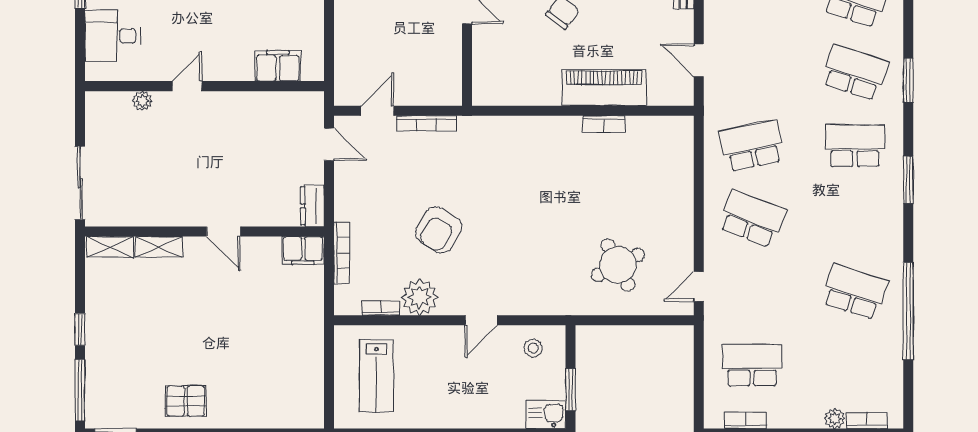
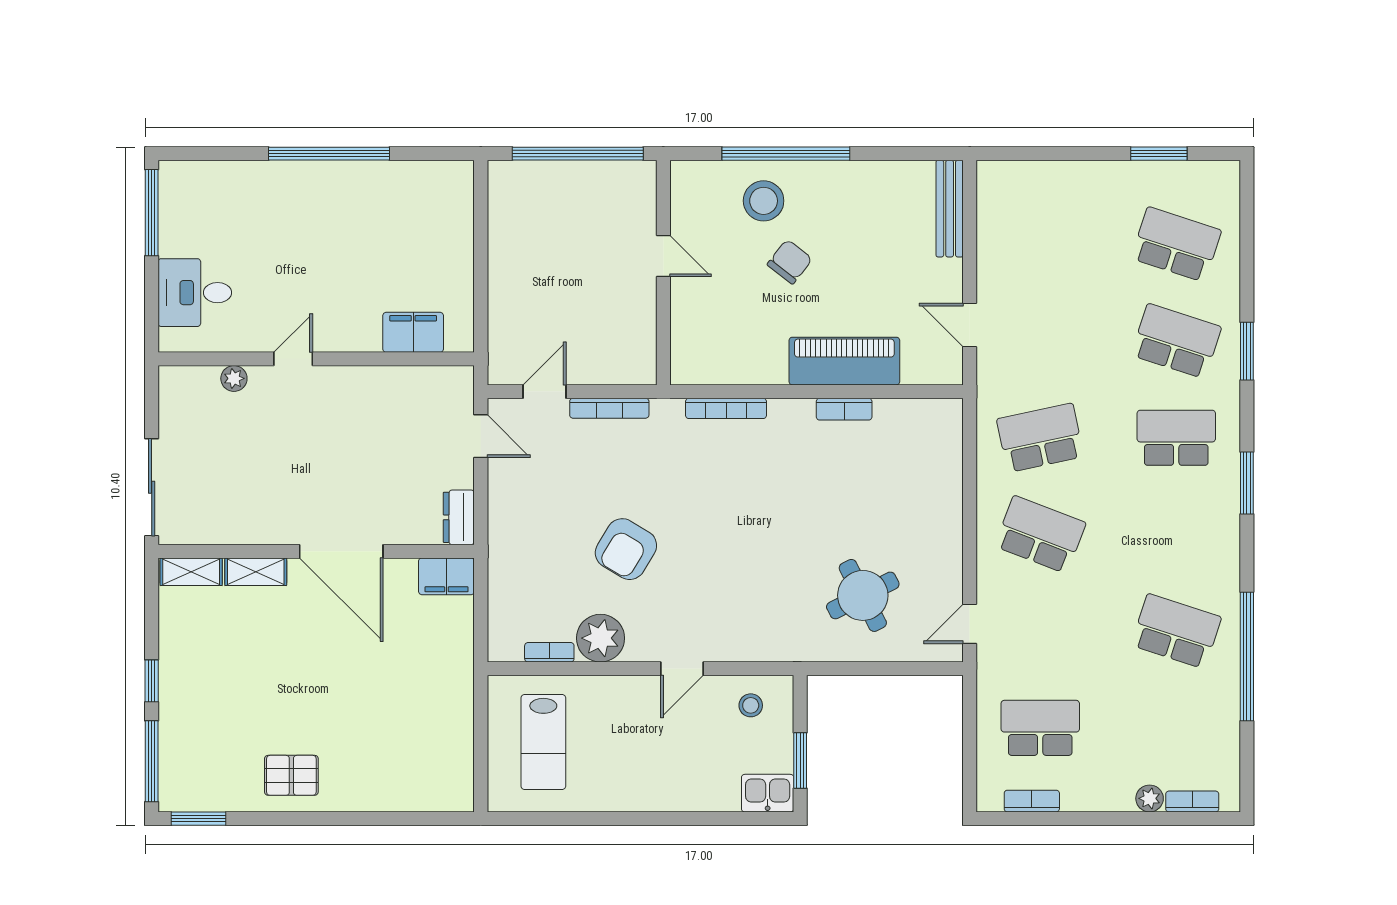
door: (223, 231) -> (341, 551), width x1.87
bookcase: (342, 253) -> (726, 408), moved, turned 90

